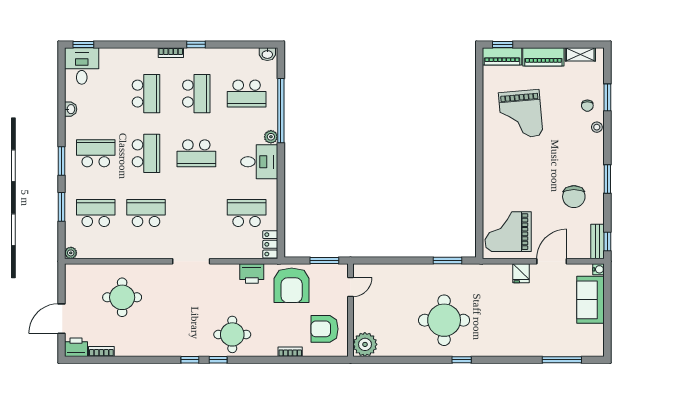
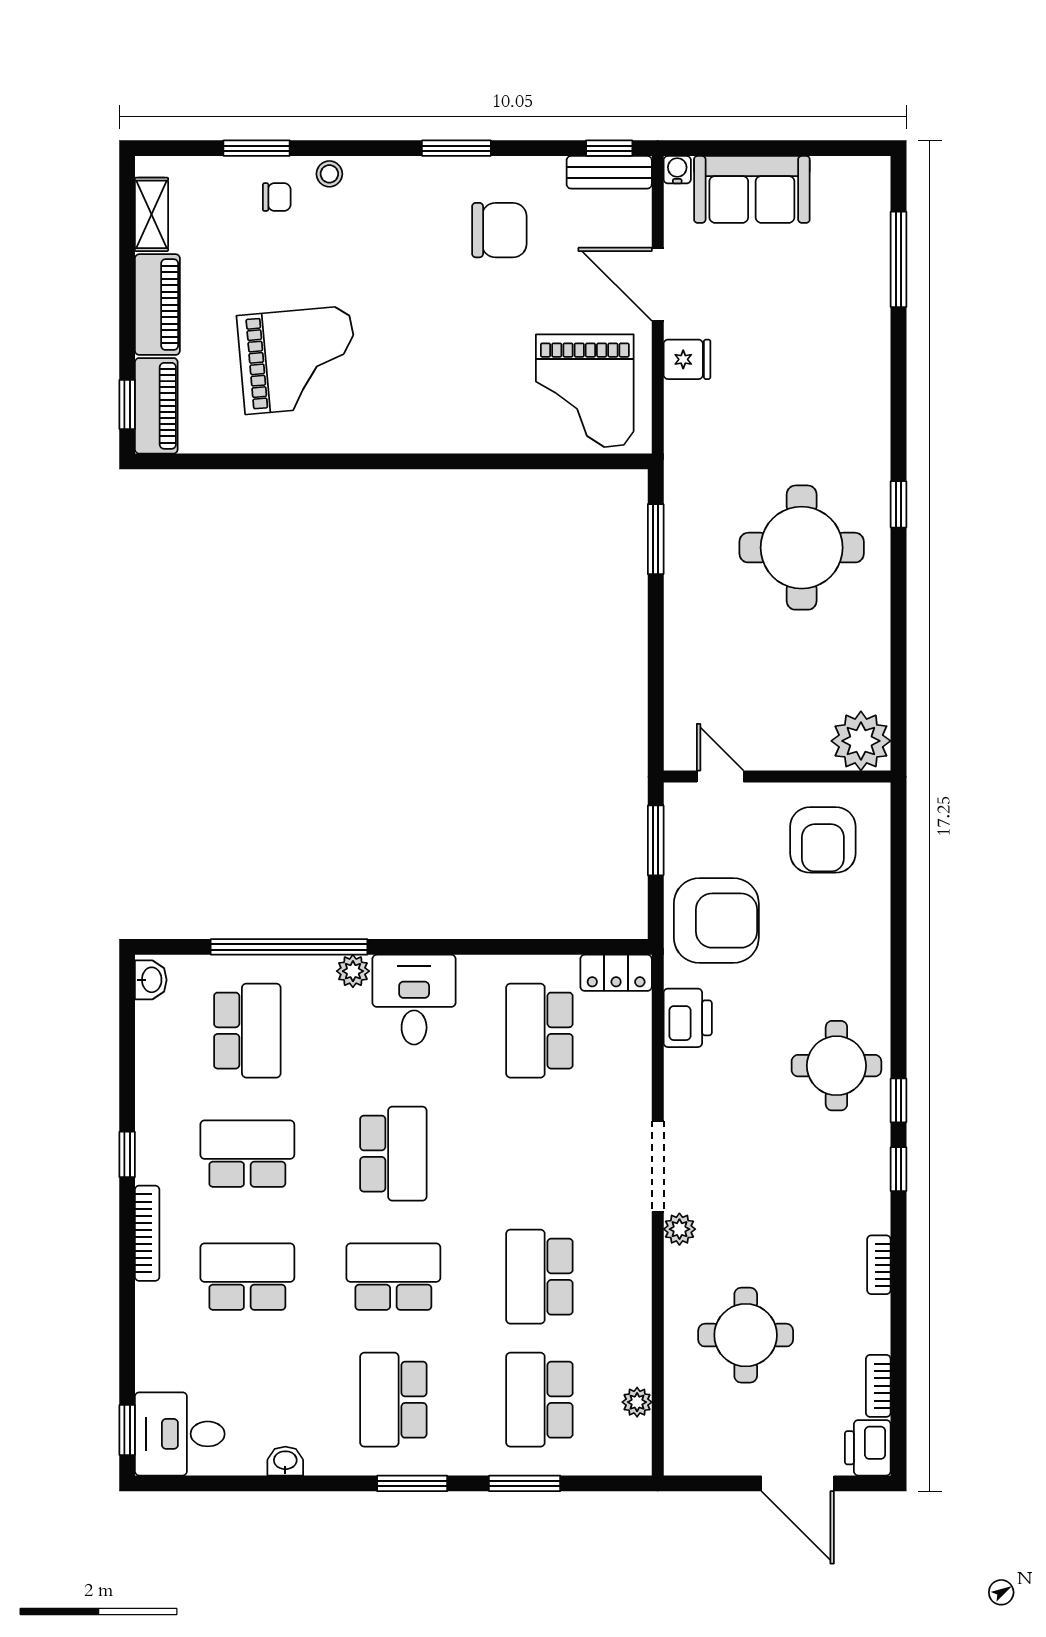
bookcase: (171, 53) -> (147, 1233), width x1.56
plant: (71, 253) -> (637, 1402), moved
plant: (165, 270) -> (679, 1229), added
bookcase: (290, 352) -> (879, 1265), moved

